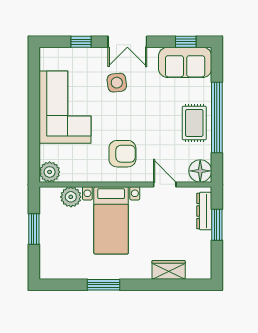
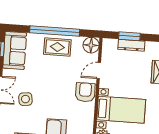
armchair: (122, 154) -> (85, 92), moved
dresser: (204, 211) -> (131, 45), moved

